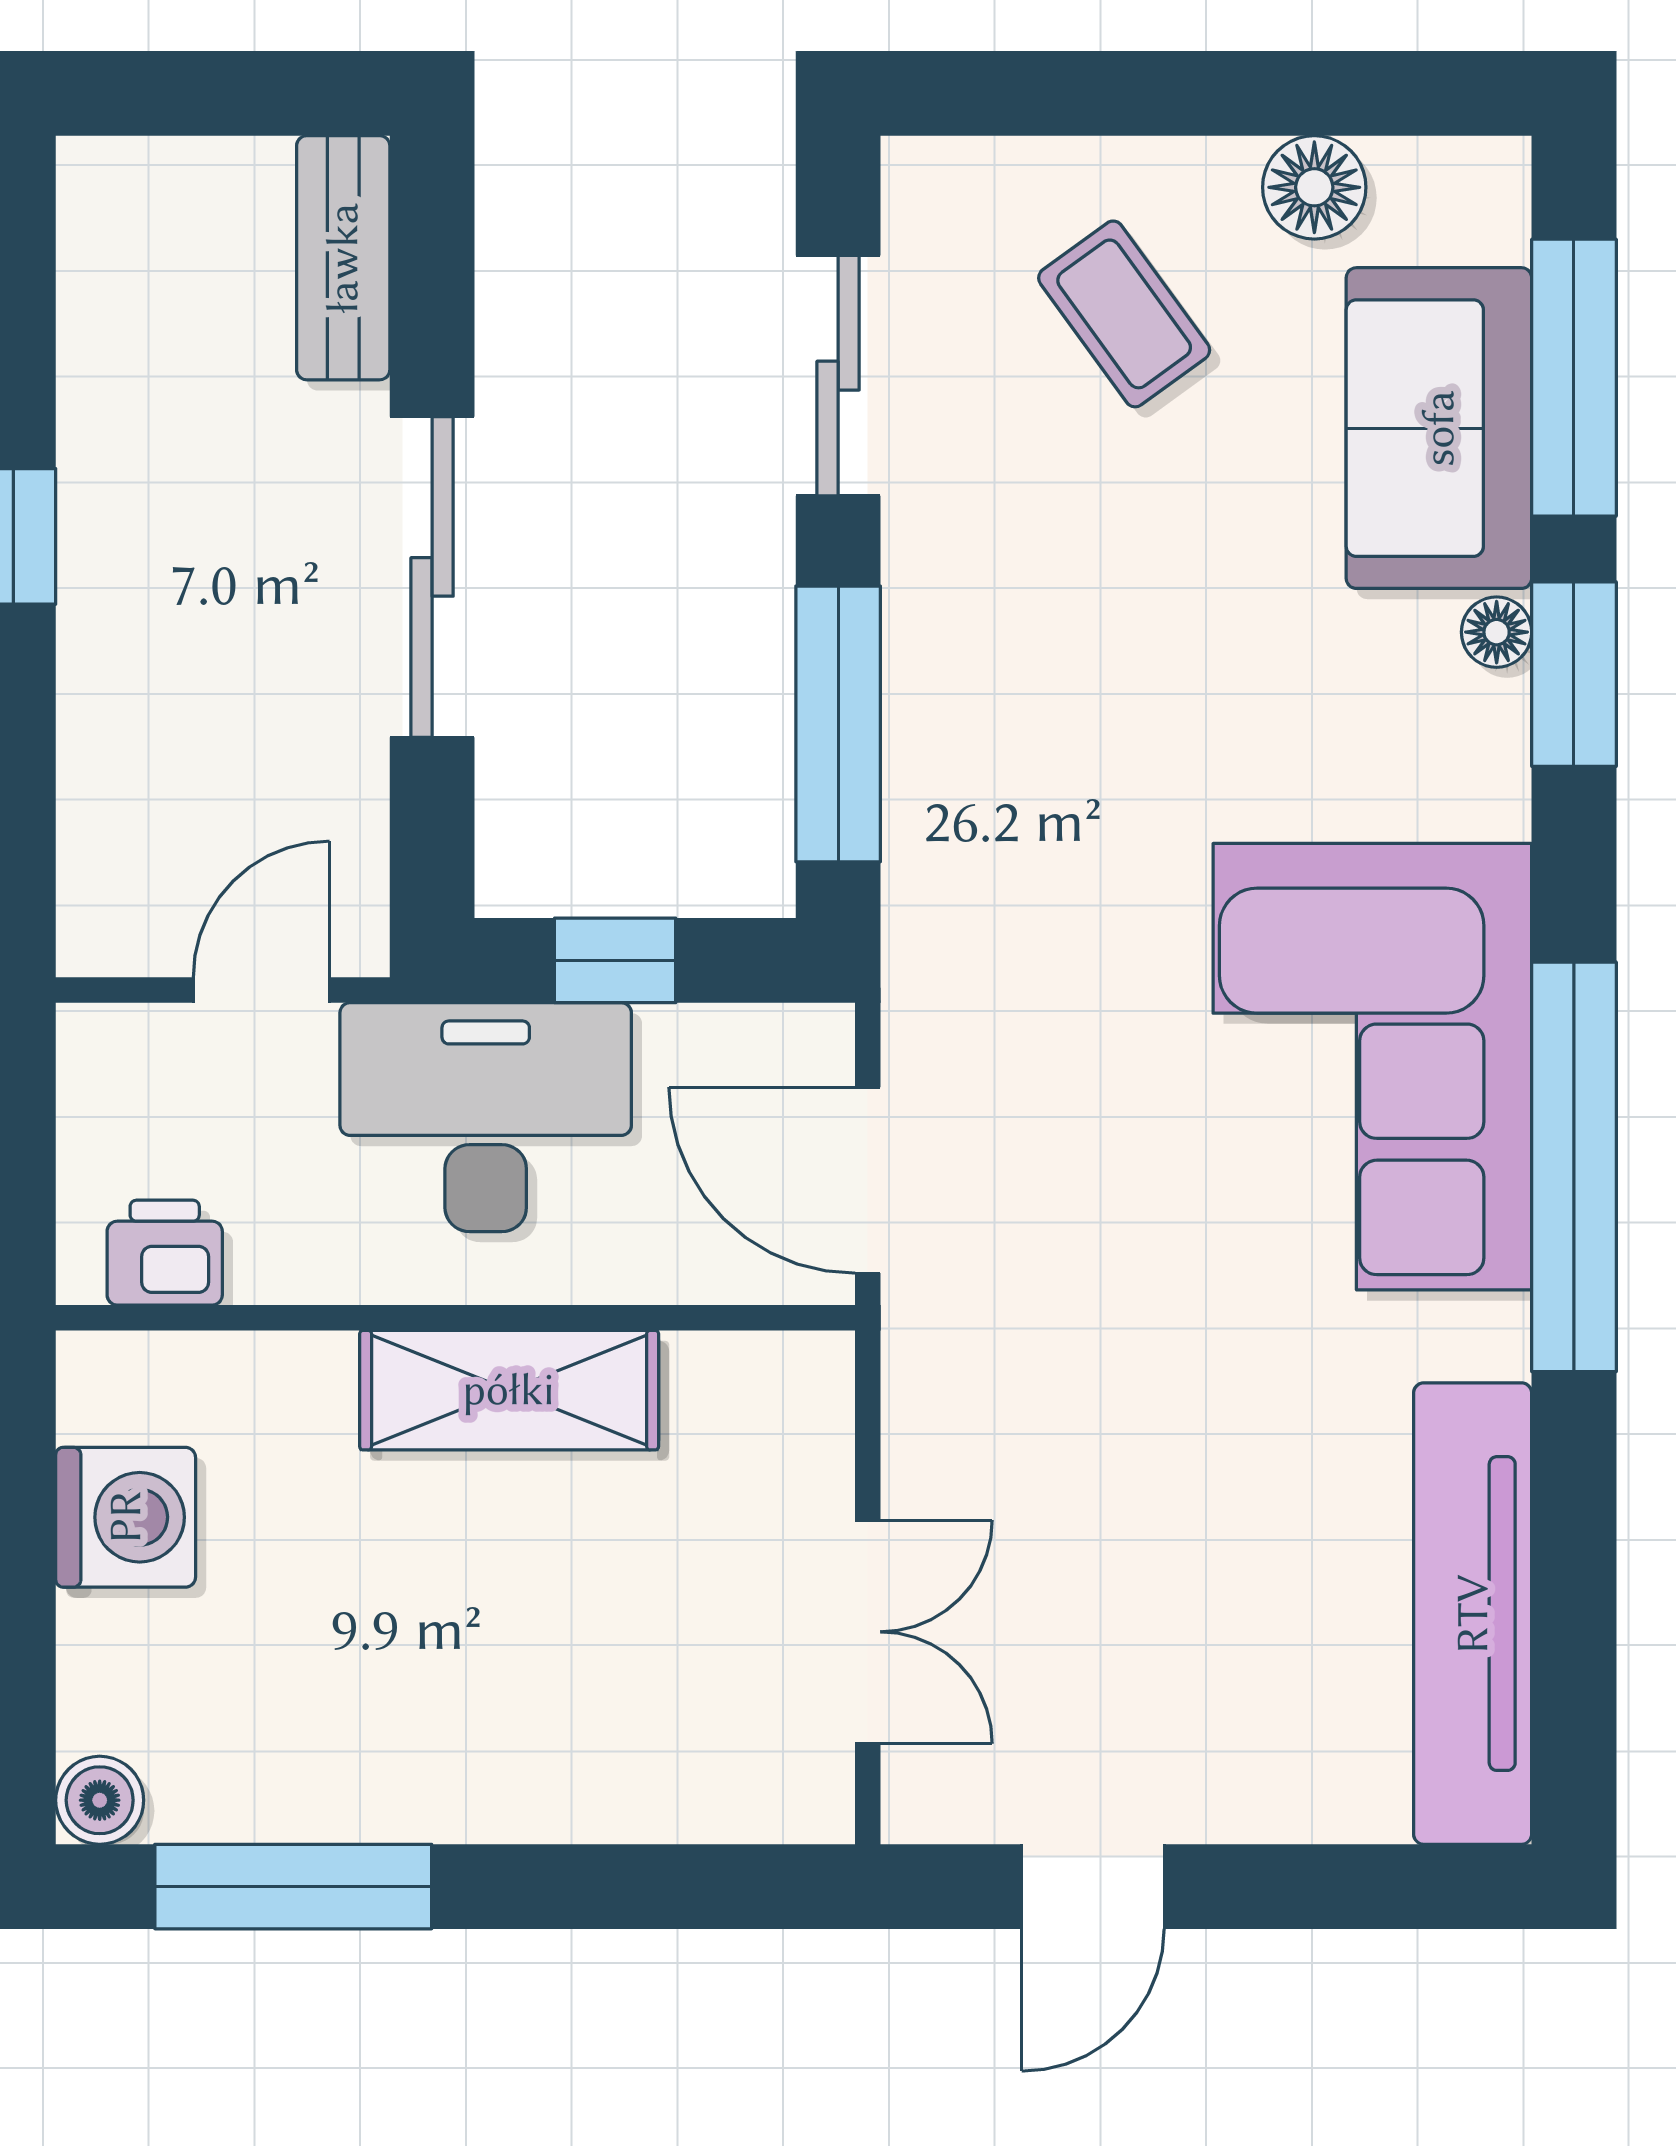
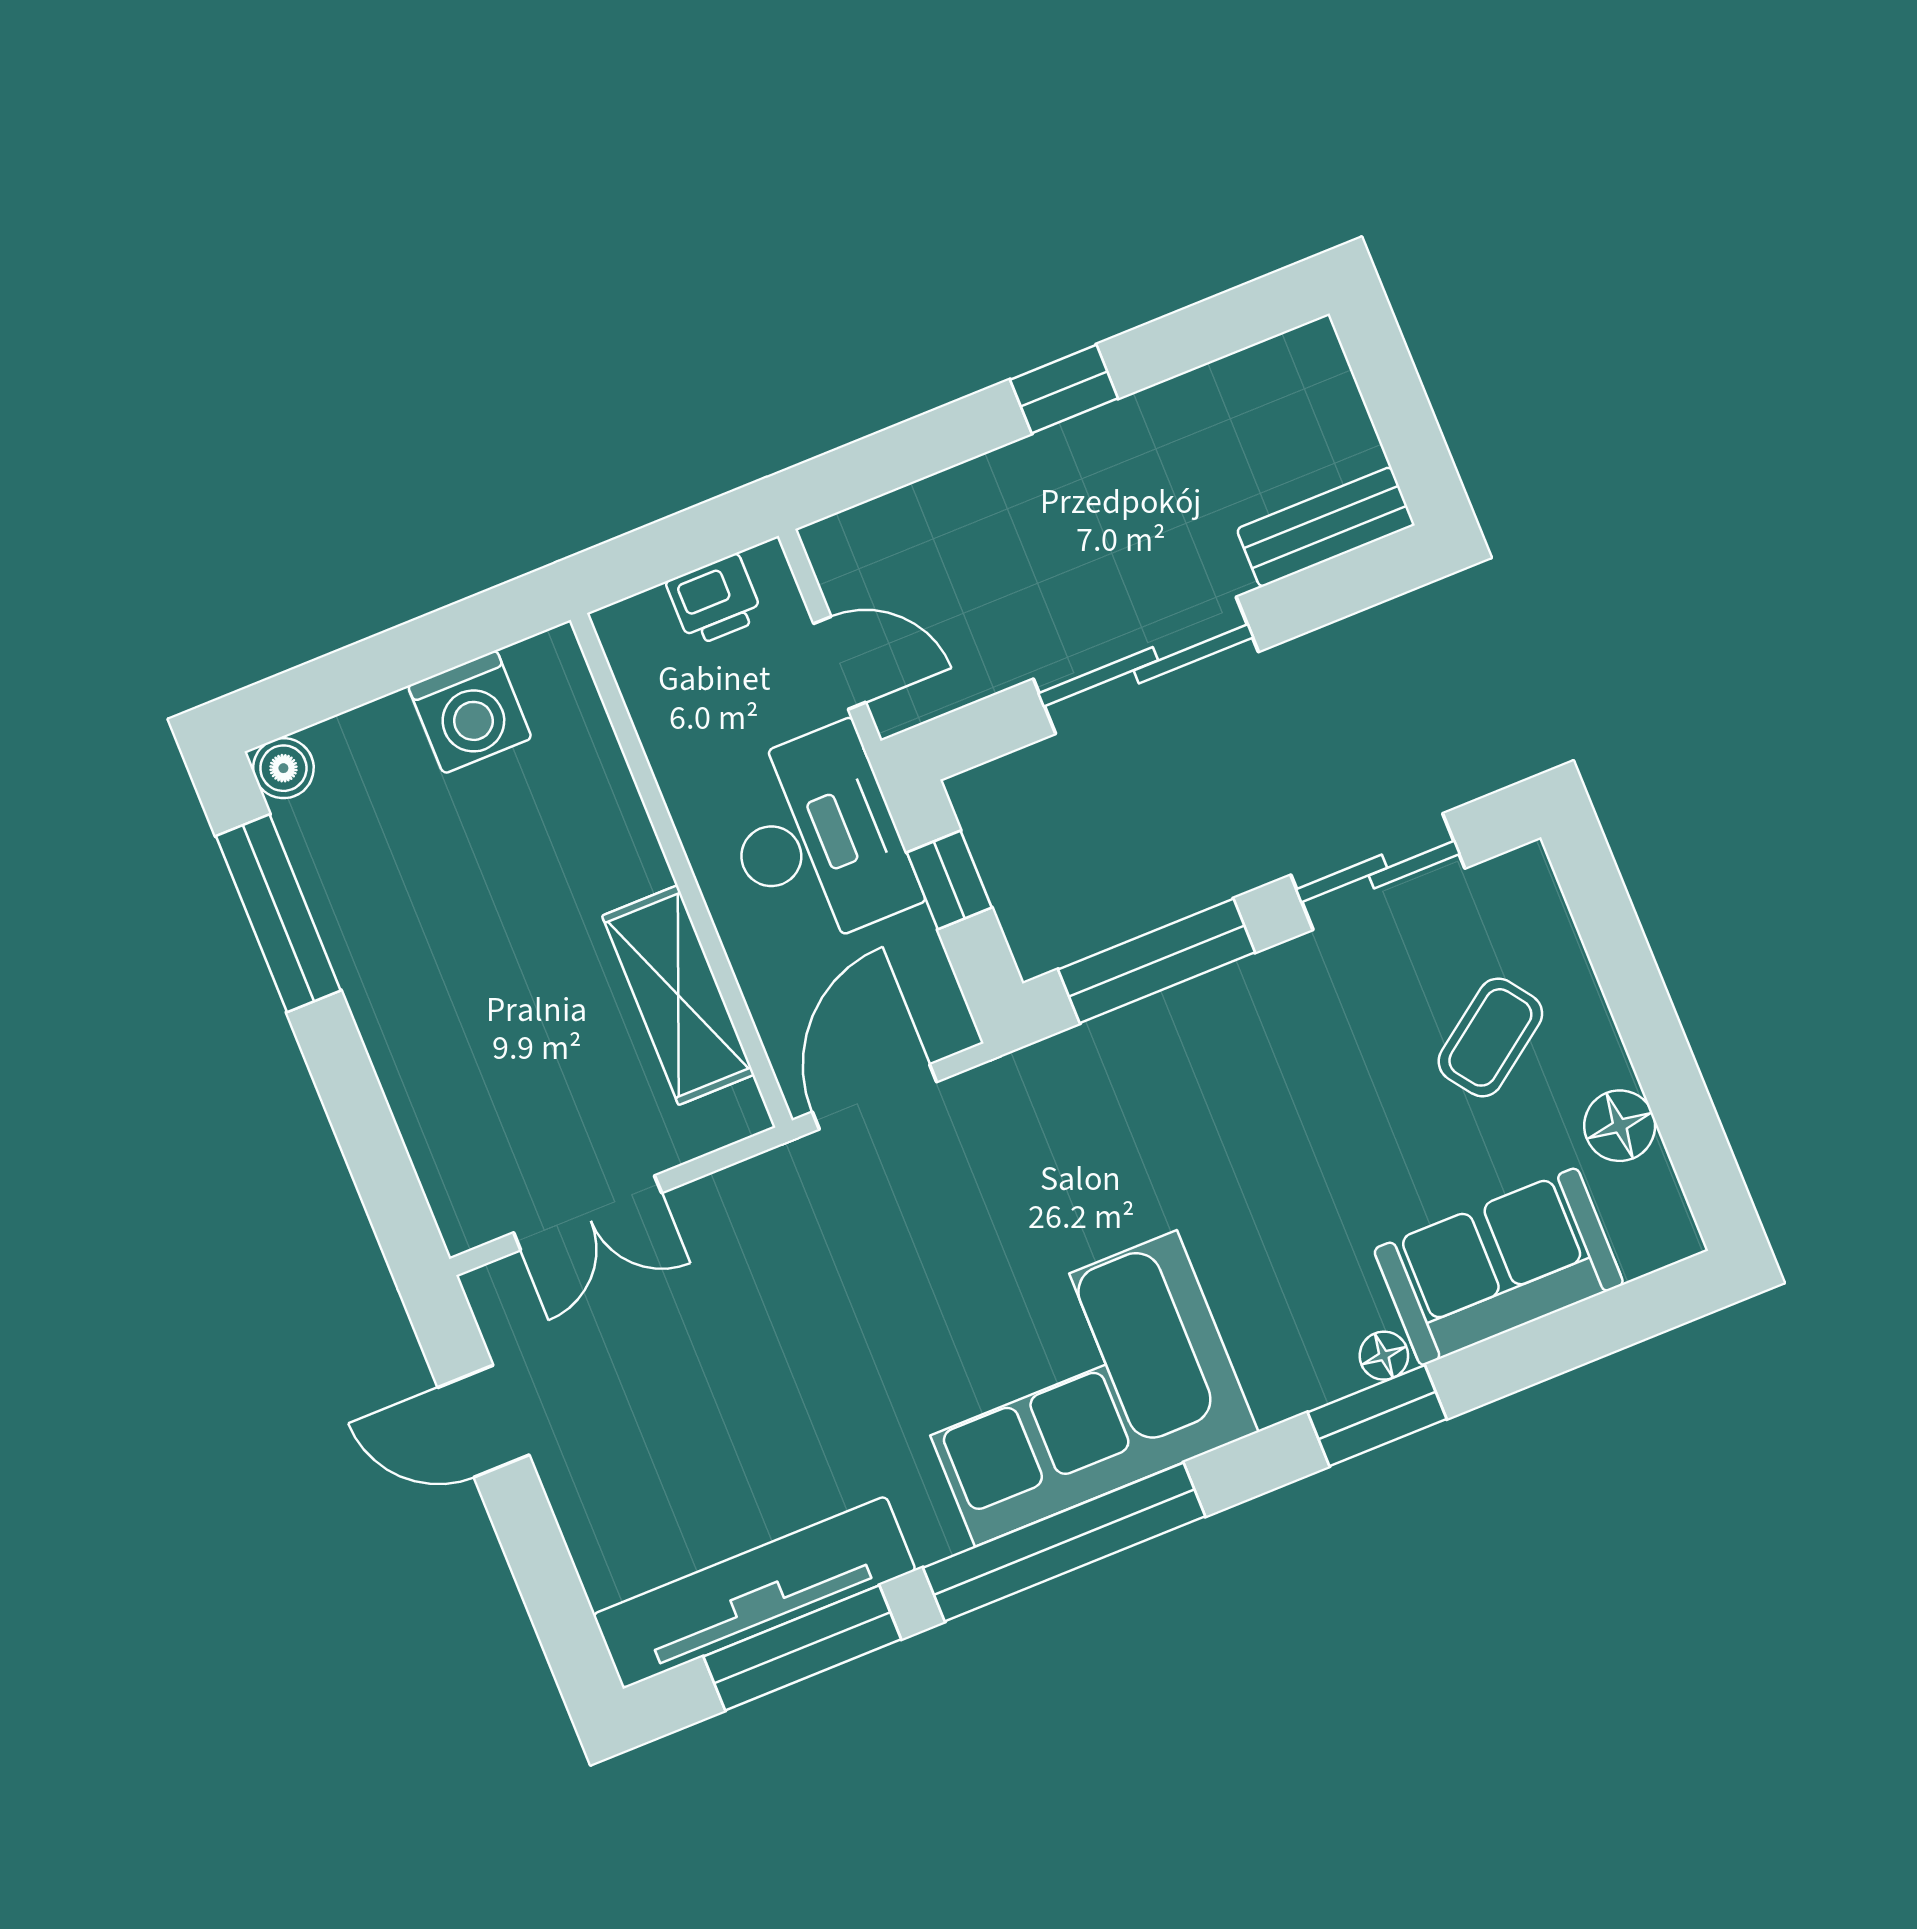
window: (1574, 378) -> (802, 1648), moved
printer: (165, 1253) -> (715, 600), moved, turned 90
shelving: (509, 1390) -> (678, 995), moved

